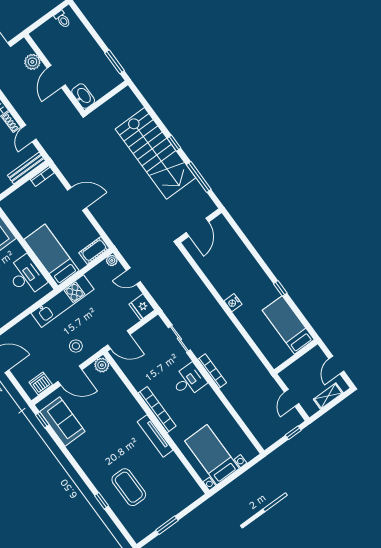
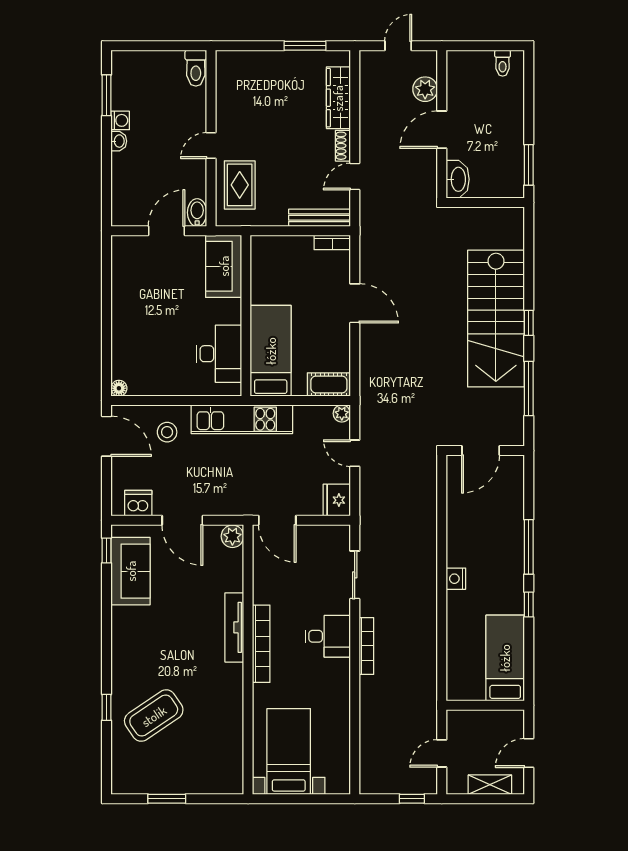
window: (259, 259) -> (529, 547), added
stool: (76, 346) -> (167, 432), moved
tv unit: (155, 436) -> (234, 627), moved
coffee table: (129, 487) -> (154, 716), turned 56

